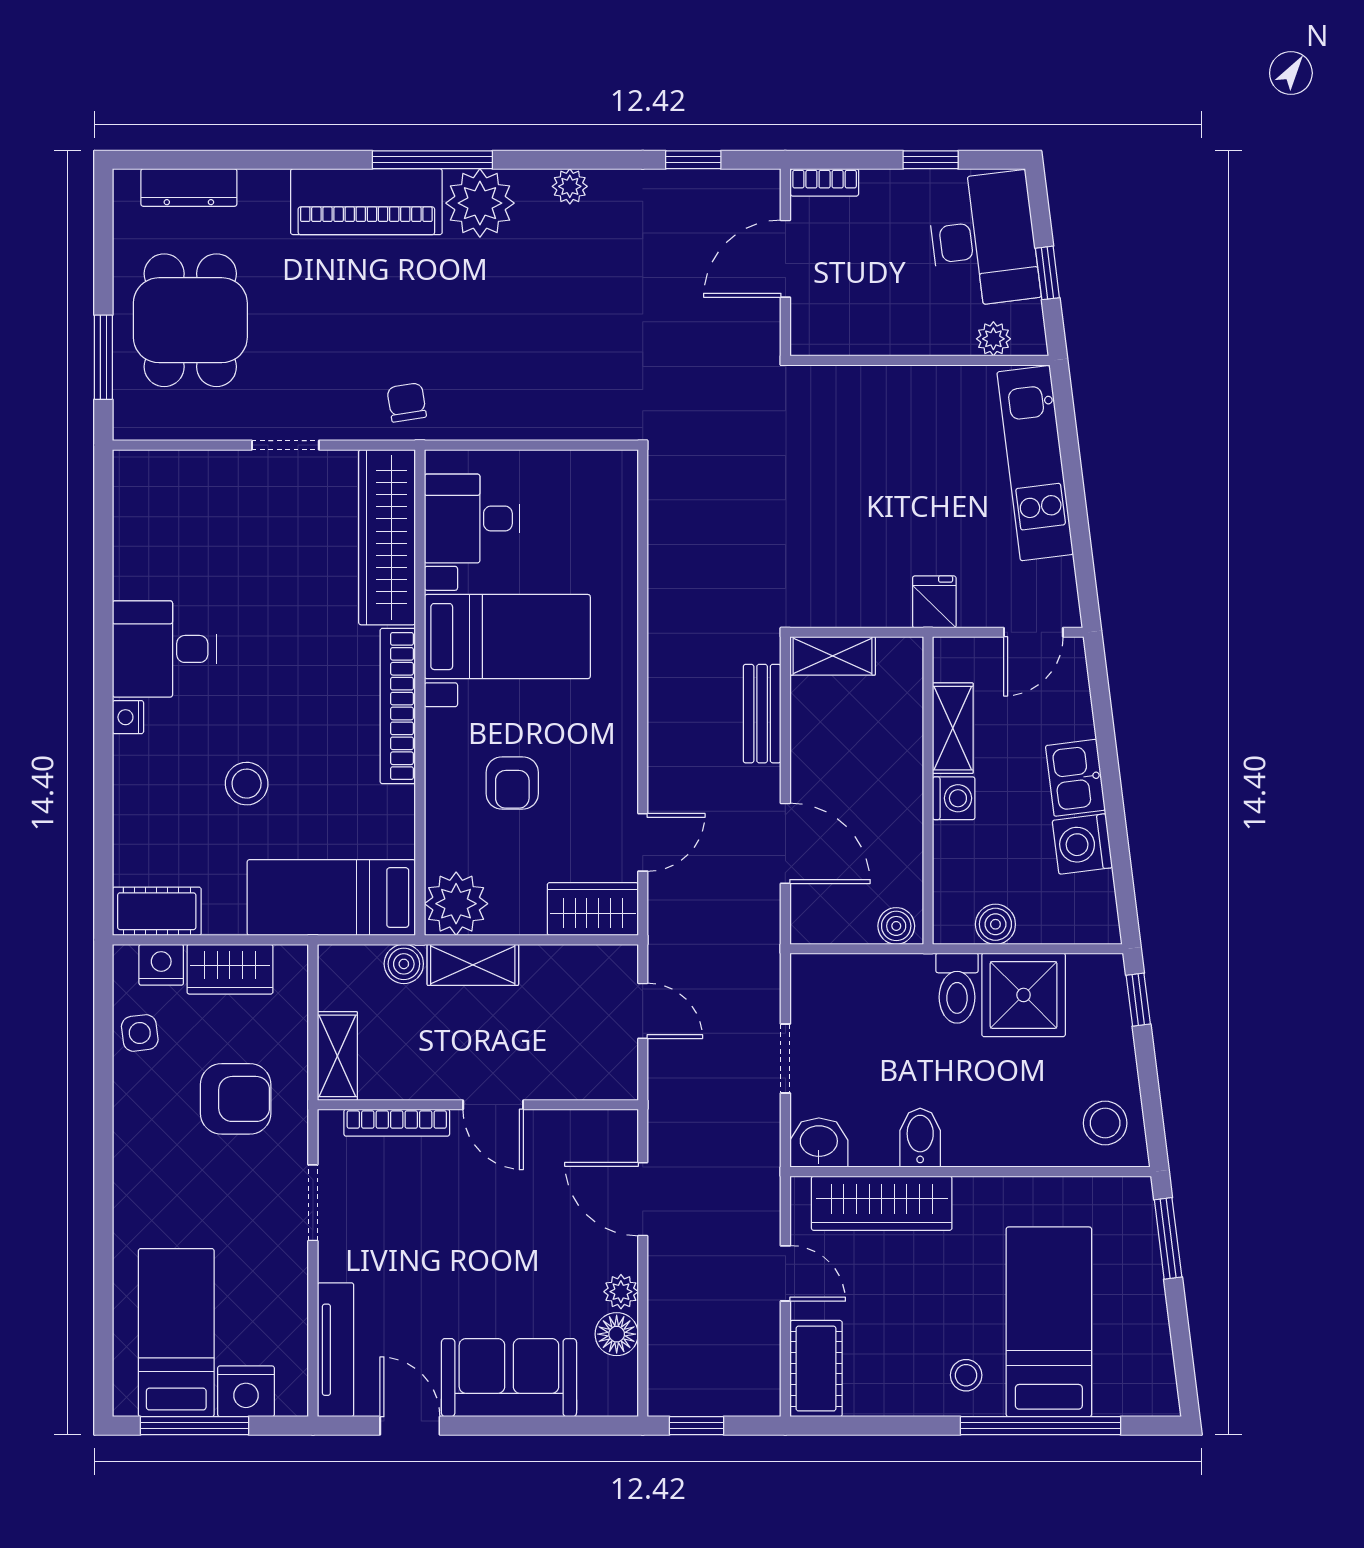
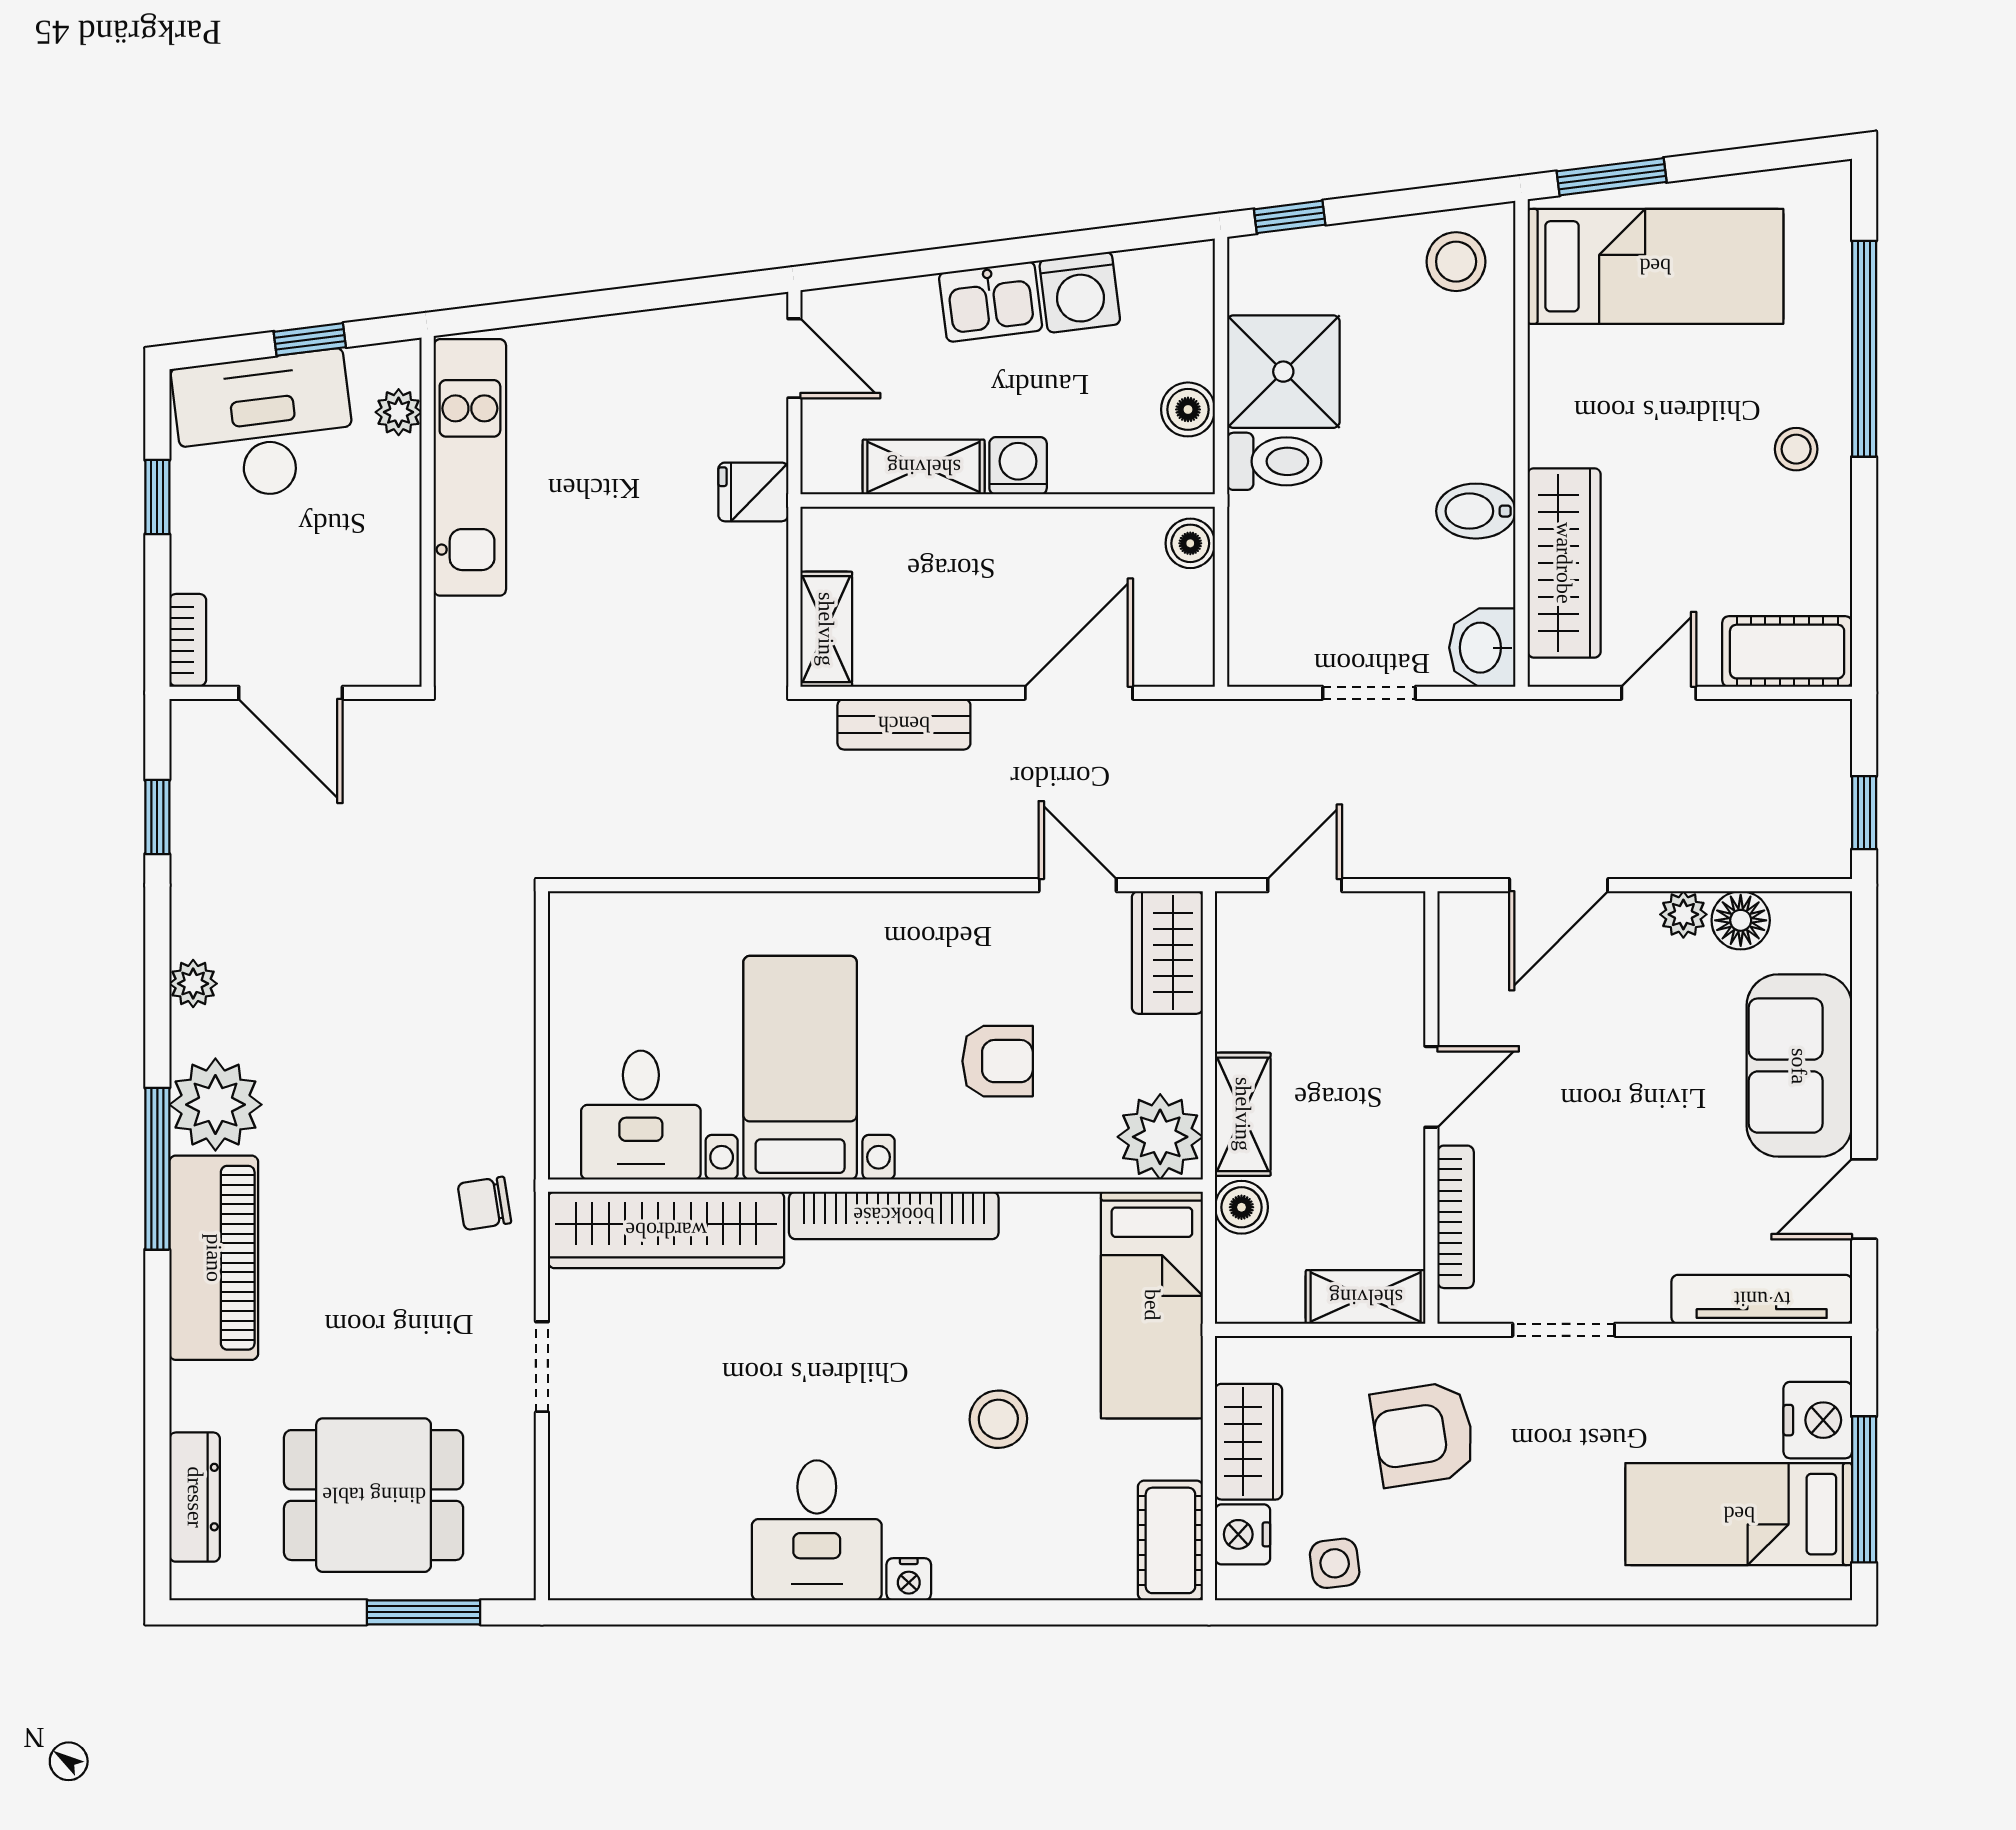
kitchen unit: (1035, 463) -> (470, 467), moved, turned -83
armchair: (236, 1099) -> (1424, 1434), turned -99
bed: (1049, 1322) -> (1655, 266), moved, turned 180

